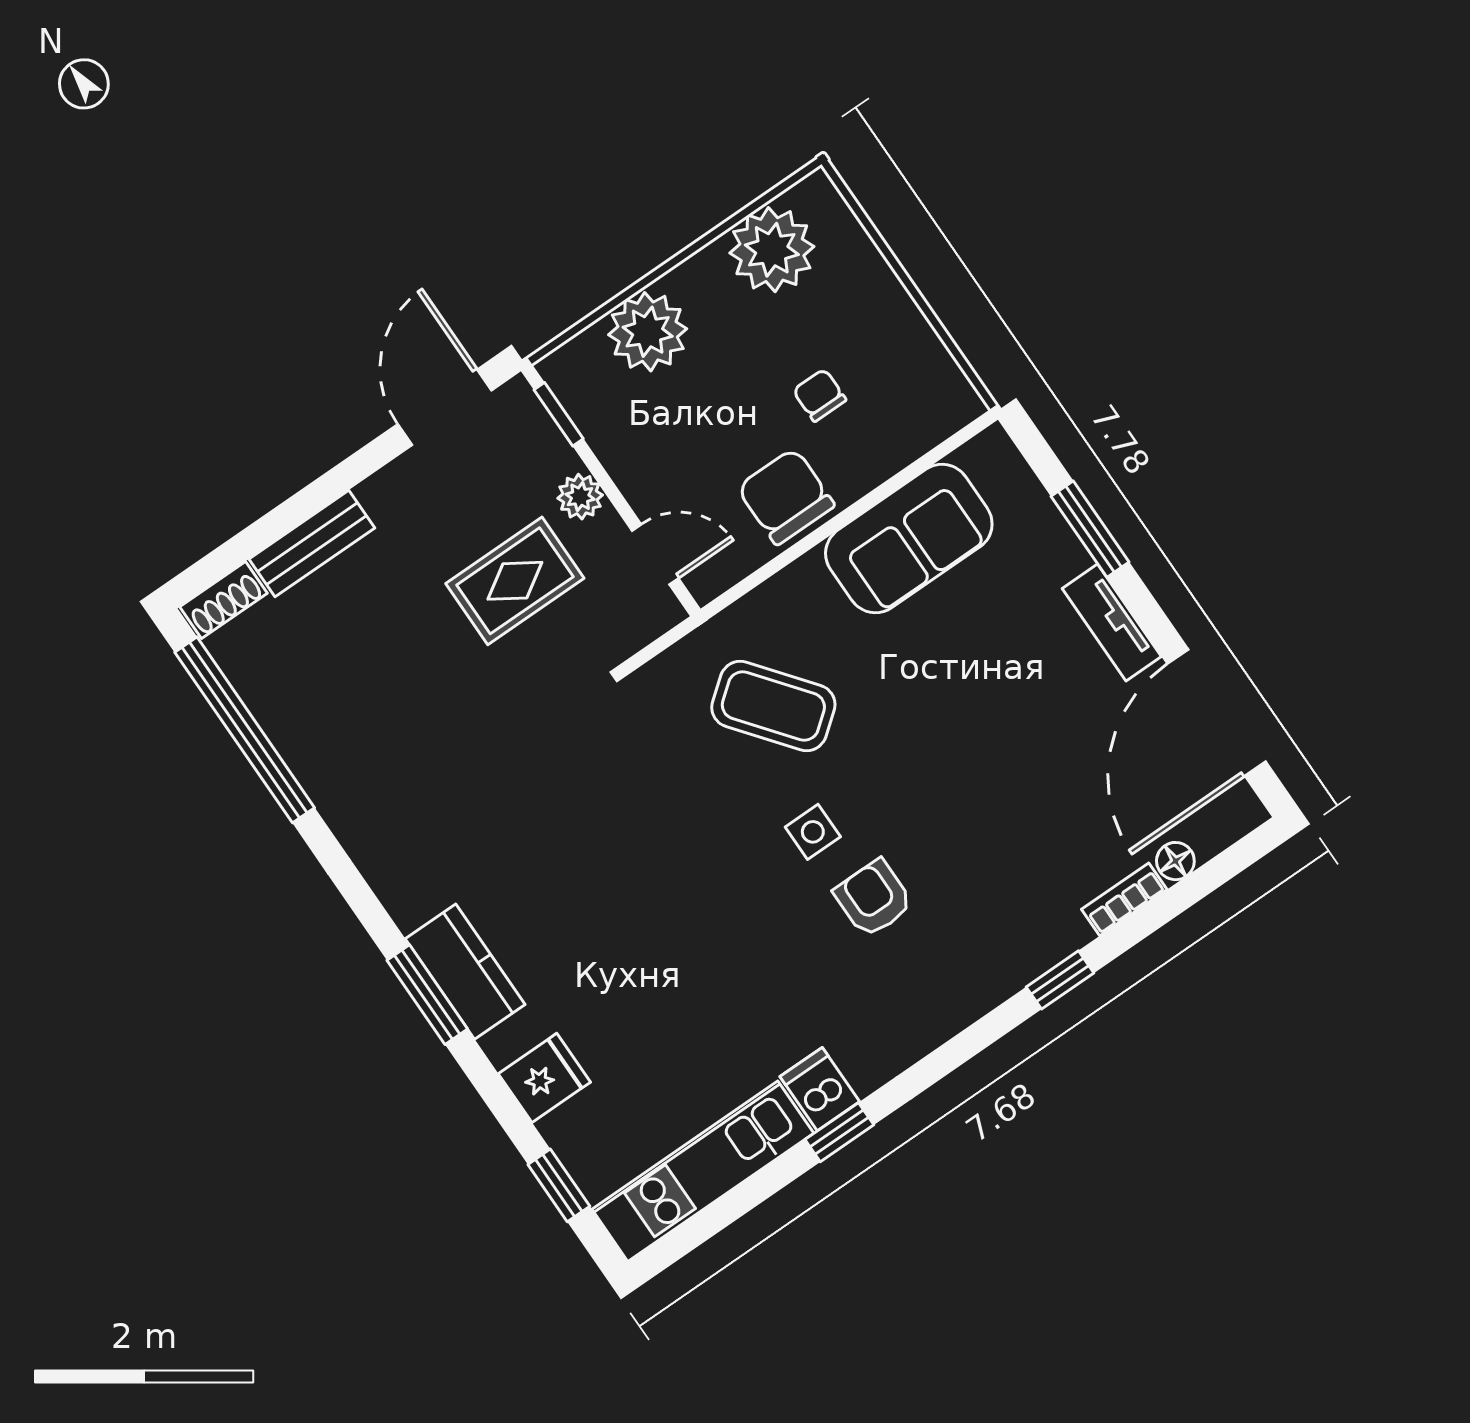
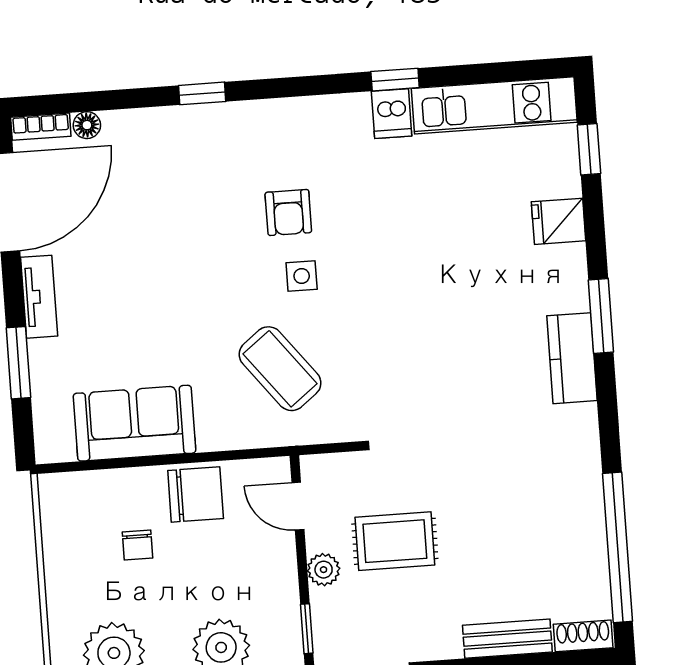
chair: (786, 496) -> (196, 494), turned -90
bookcase: (1124, 899) -> (41, 127), moved
kitchen counter: (465, 972) -> (572, 358), moved

